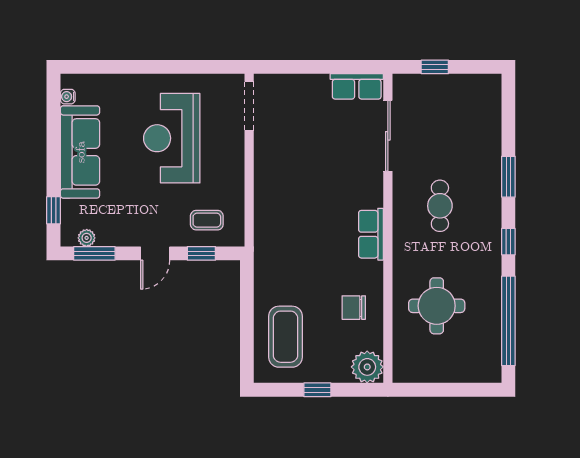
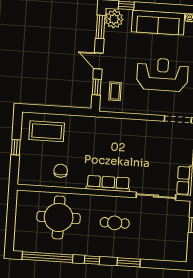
row of seats: (371, 234) -> (108, 183), width x1.48
plant: (87, 238) -> (114, 19), width x1.88, depth x1.88
round table: (437, 306) -> (59, 217), width x1.36, depth x1.36
plant: (367, 367) -> (27, 176), removed

